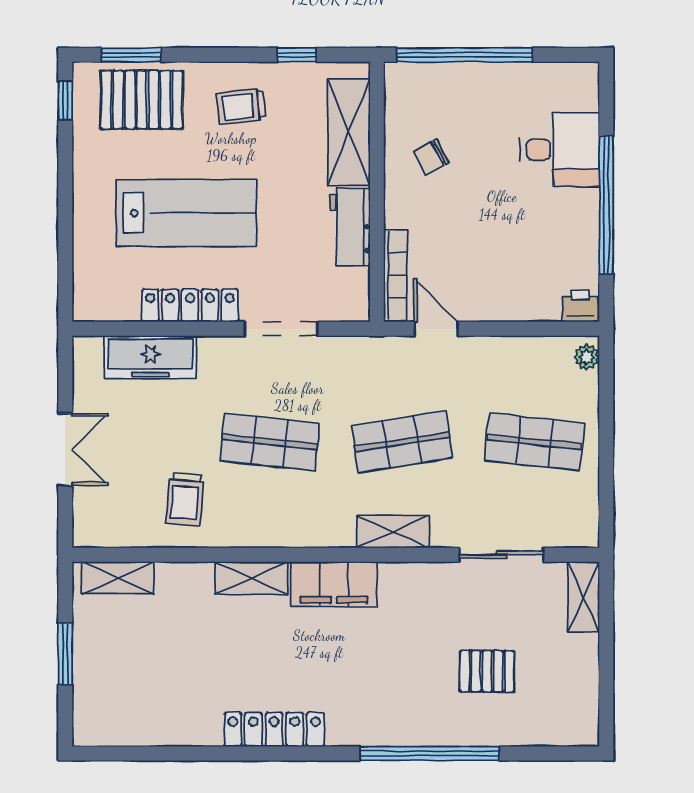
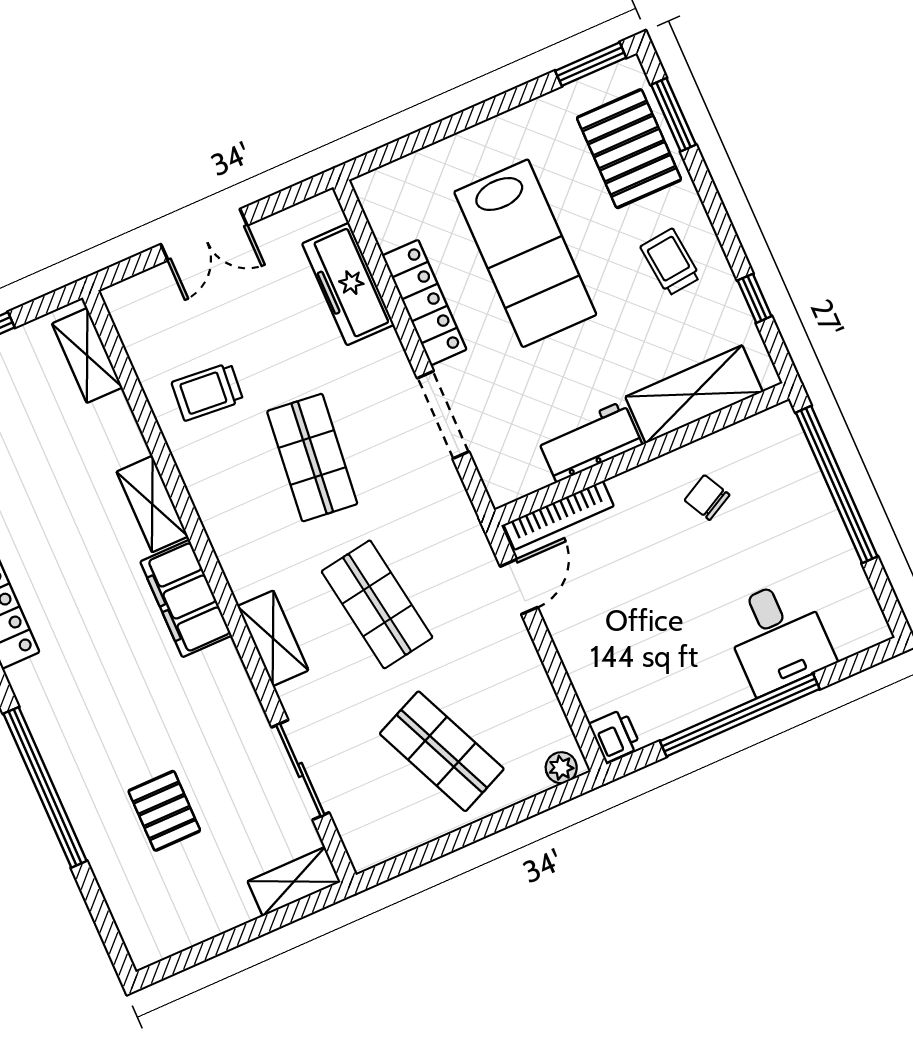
window: (65, 101) -> (591, 64), width x1.50
shop shelf: (535, 442) -> (442, 751), turned -30

